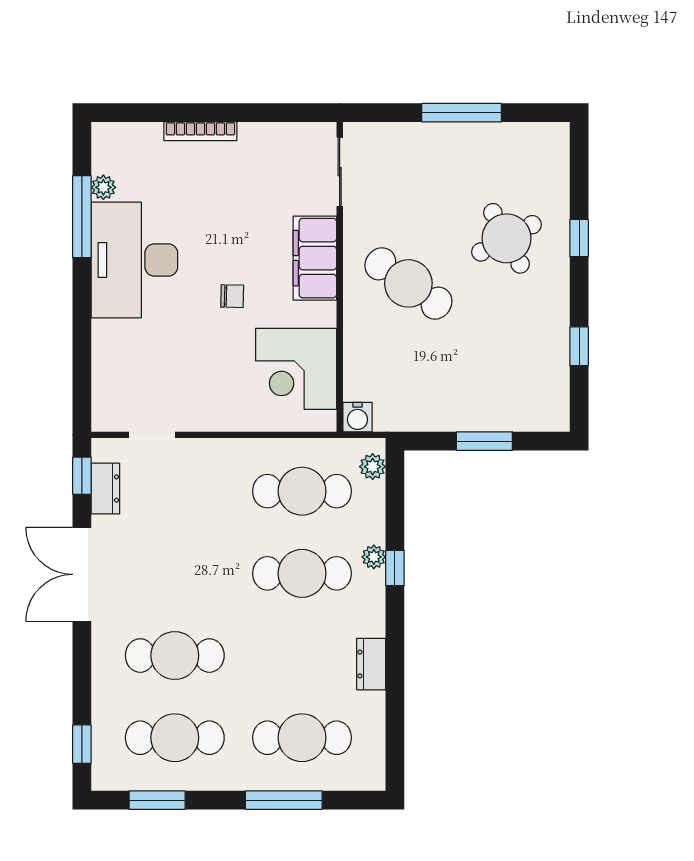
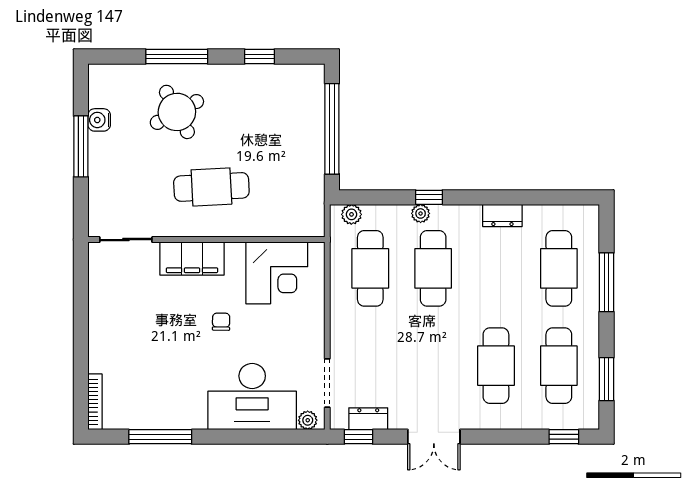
bookcase: (200, 131) -> (95, 402), moved
plant: (103, 187) -> (308, 420), moved
window: (579, 238) -> (177, 56), width x2.17
desk: (134, 260) -> (252, 397), moved
cafe table: (408, 283) -> (211, 187), turned 52
water cooler: (357, 417) -> (99, 120), moved, turned 180
doorway: (152, 435) -> (327, 383), width x1.38
window: (484, 441) -> (332, 129), width x2.11
double door: (82, 574) -> (434, 437), width x0.73

